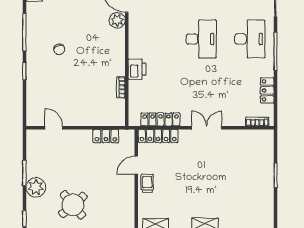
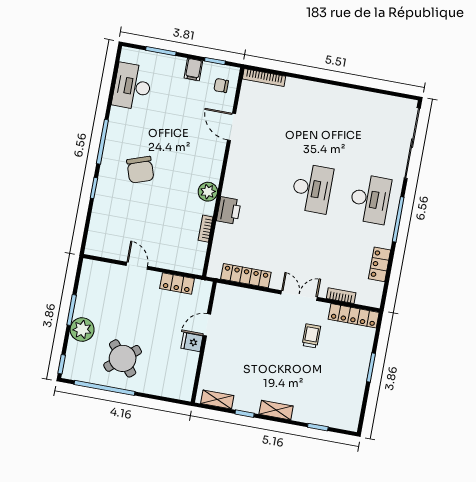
plant: (117, 20) -> (208, 192), moved
chair: (59, 49) -> (140, 170), width x1.87, depth x1.87
bookcase: (257, 121) -> (341, 296), moved
door: (54, 128) -> (137, 266), moved
locker: (158, 136) -> (354, 316), moved
fridge: (127, 181) -> (192, 342), added
trolley: (147, 183) -> (311, 336), moved

